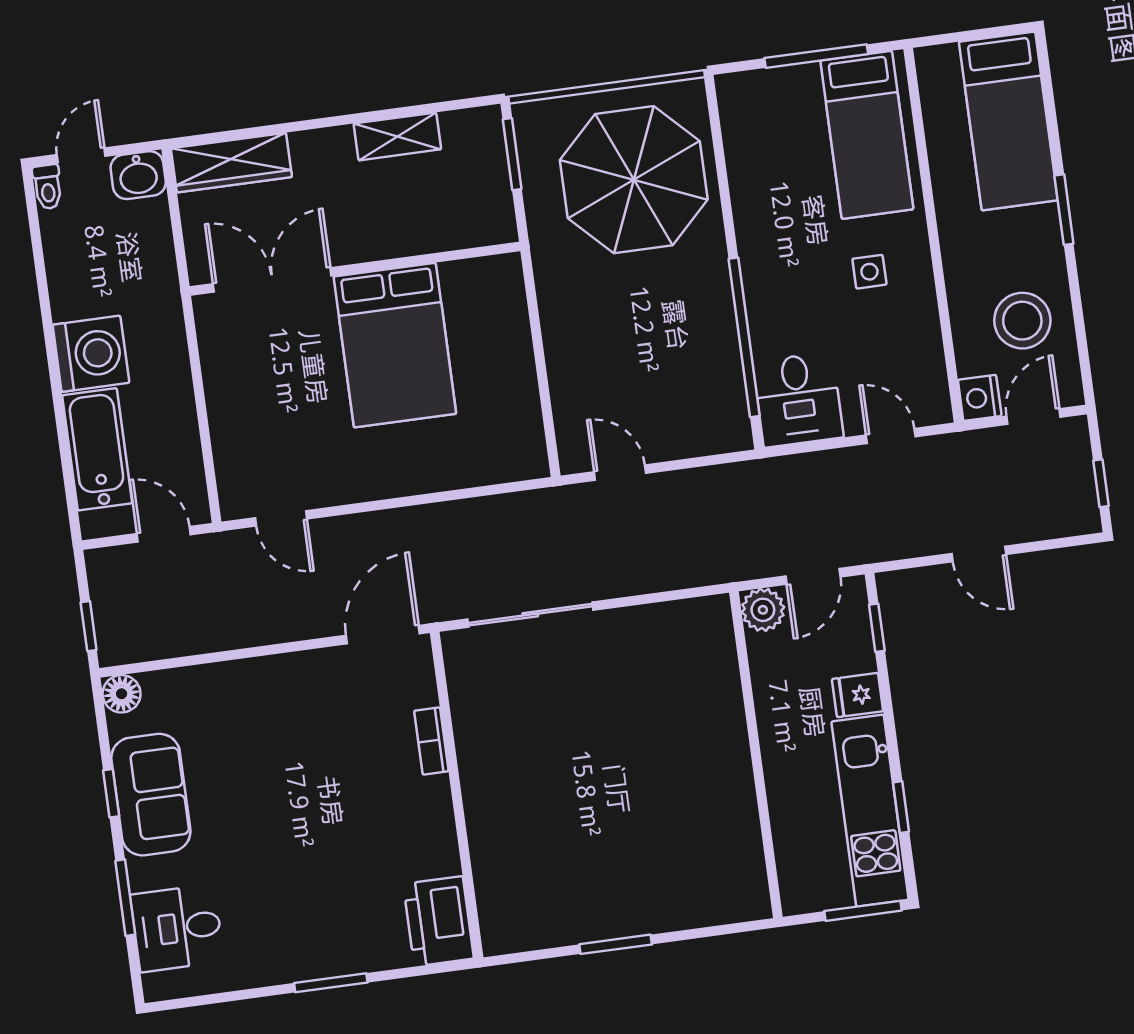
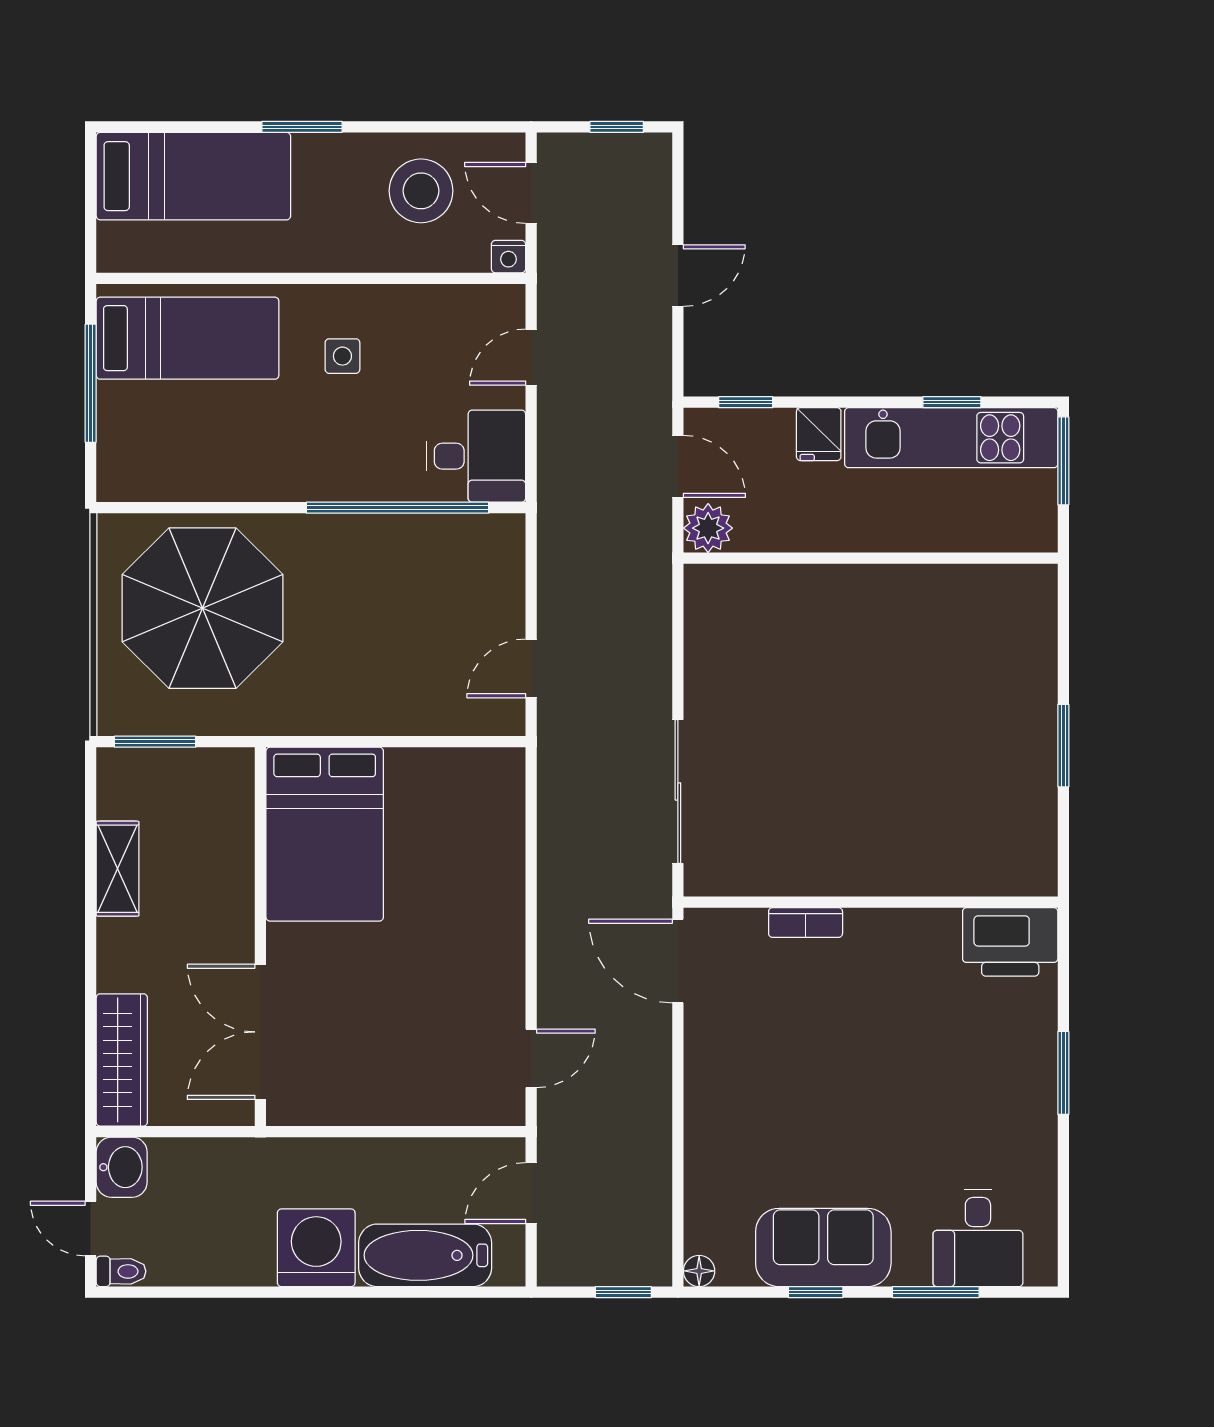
bed: (395, 345) -> (325, 834), moved, turned 90
nightstand: (980, 398) -> (508, 257), width x0.72, depth x0.74
floor lamp: (122, 694) -> (699, 1271), width x0.73, depth x0.73

